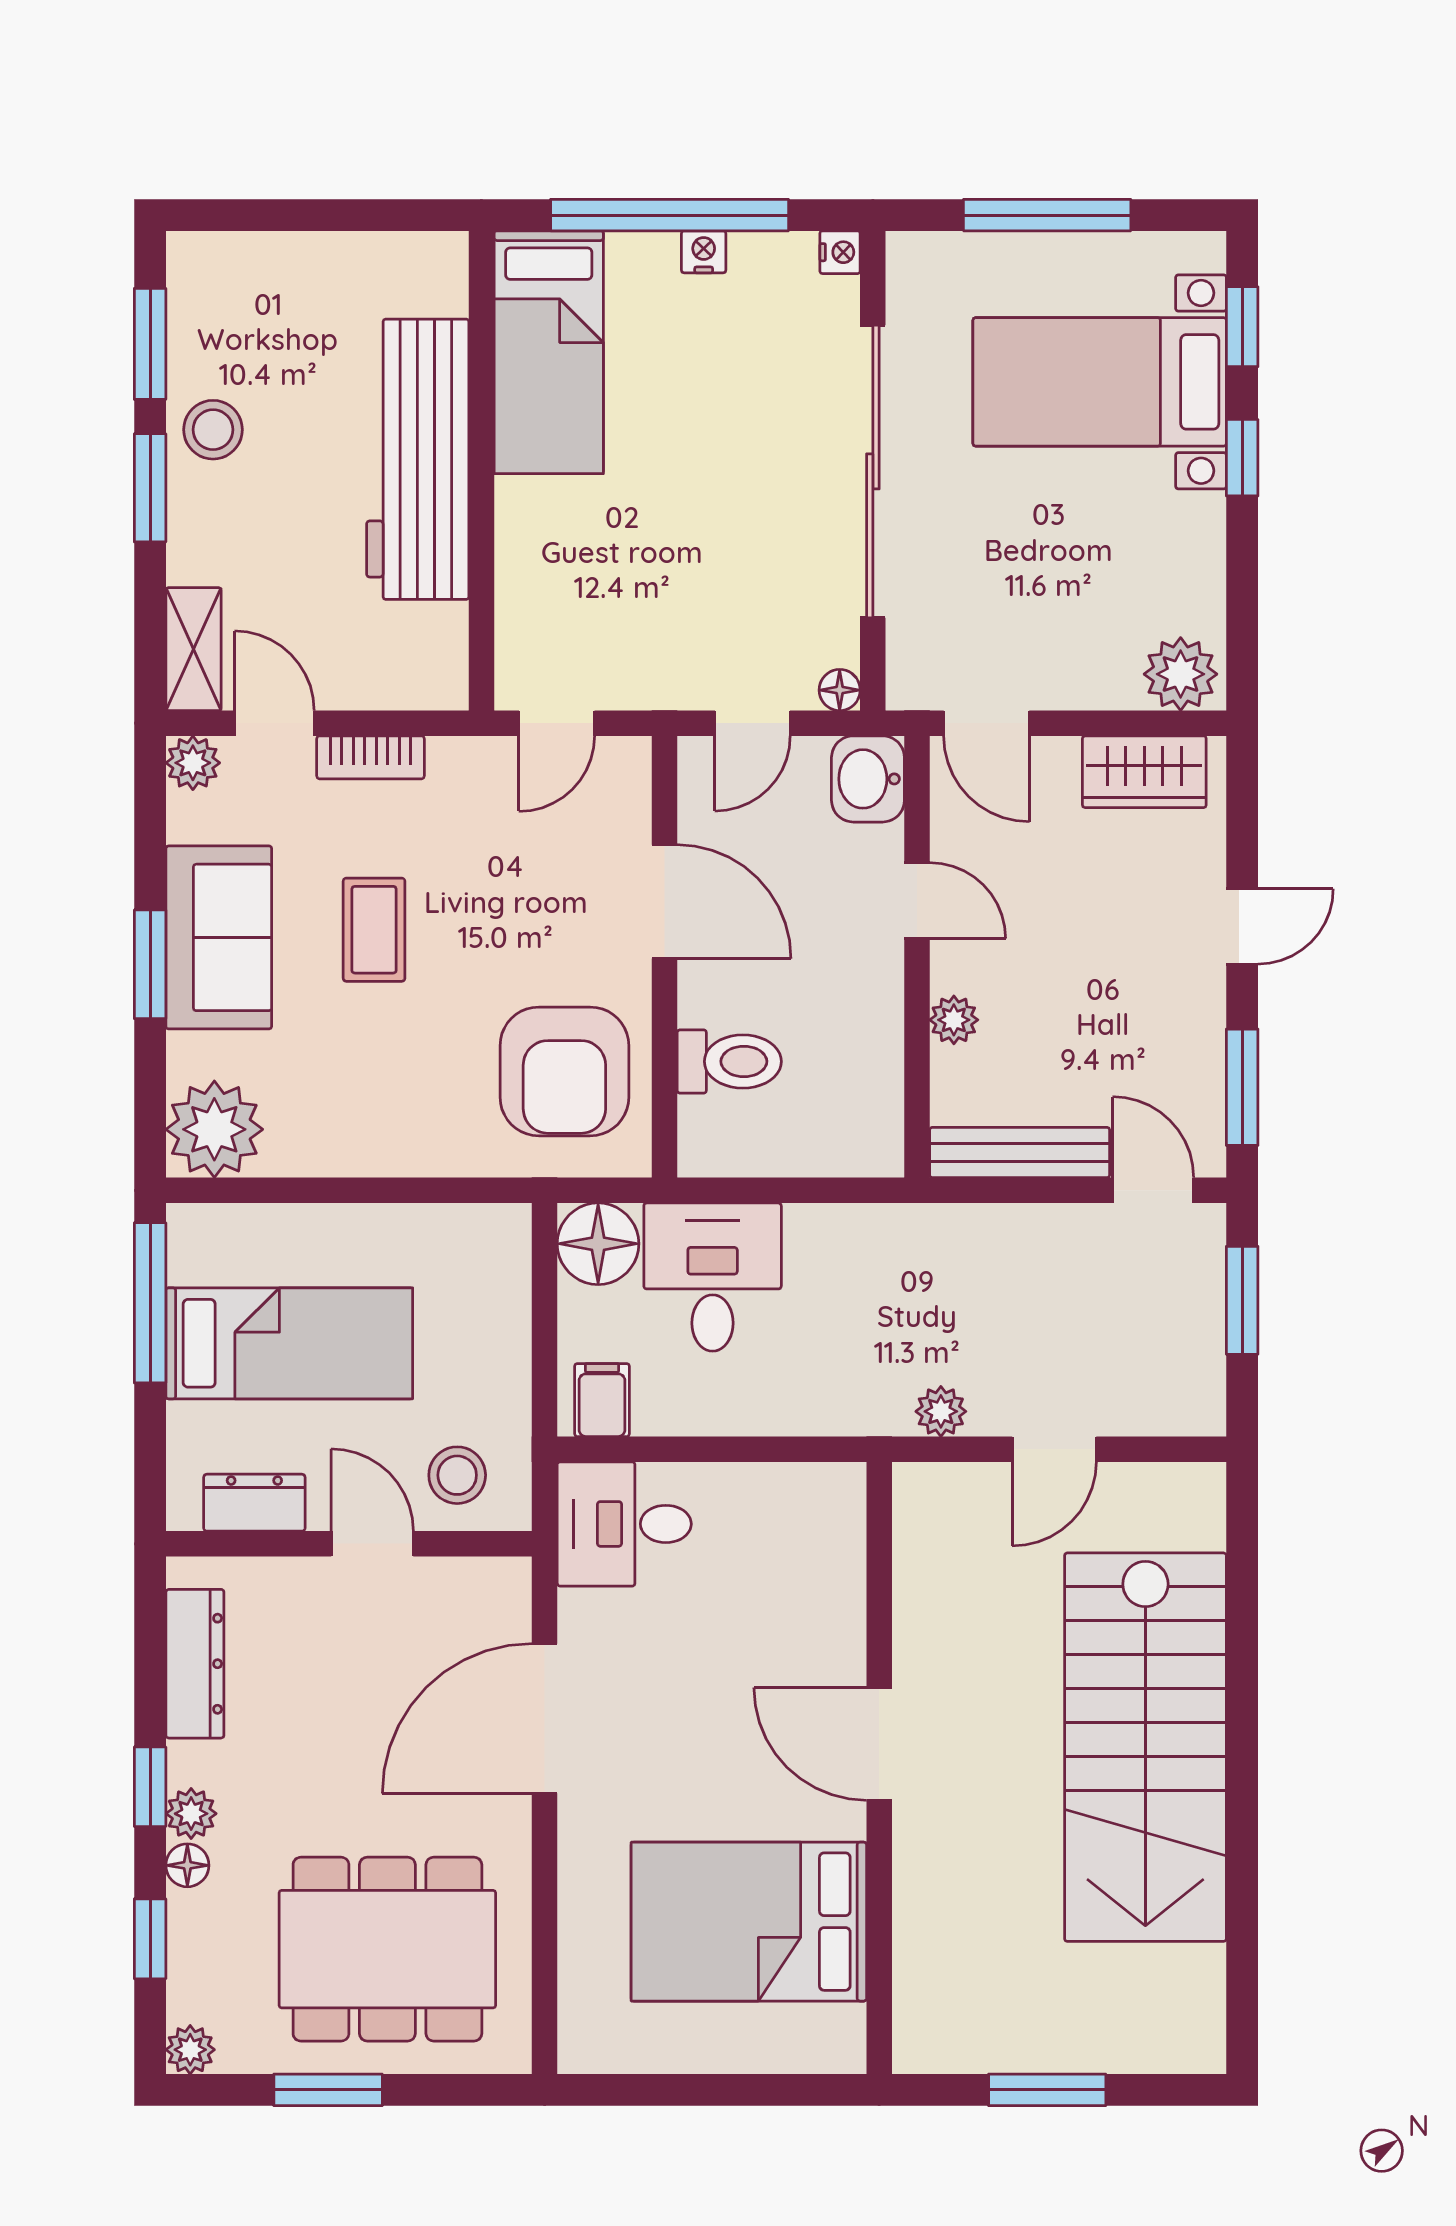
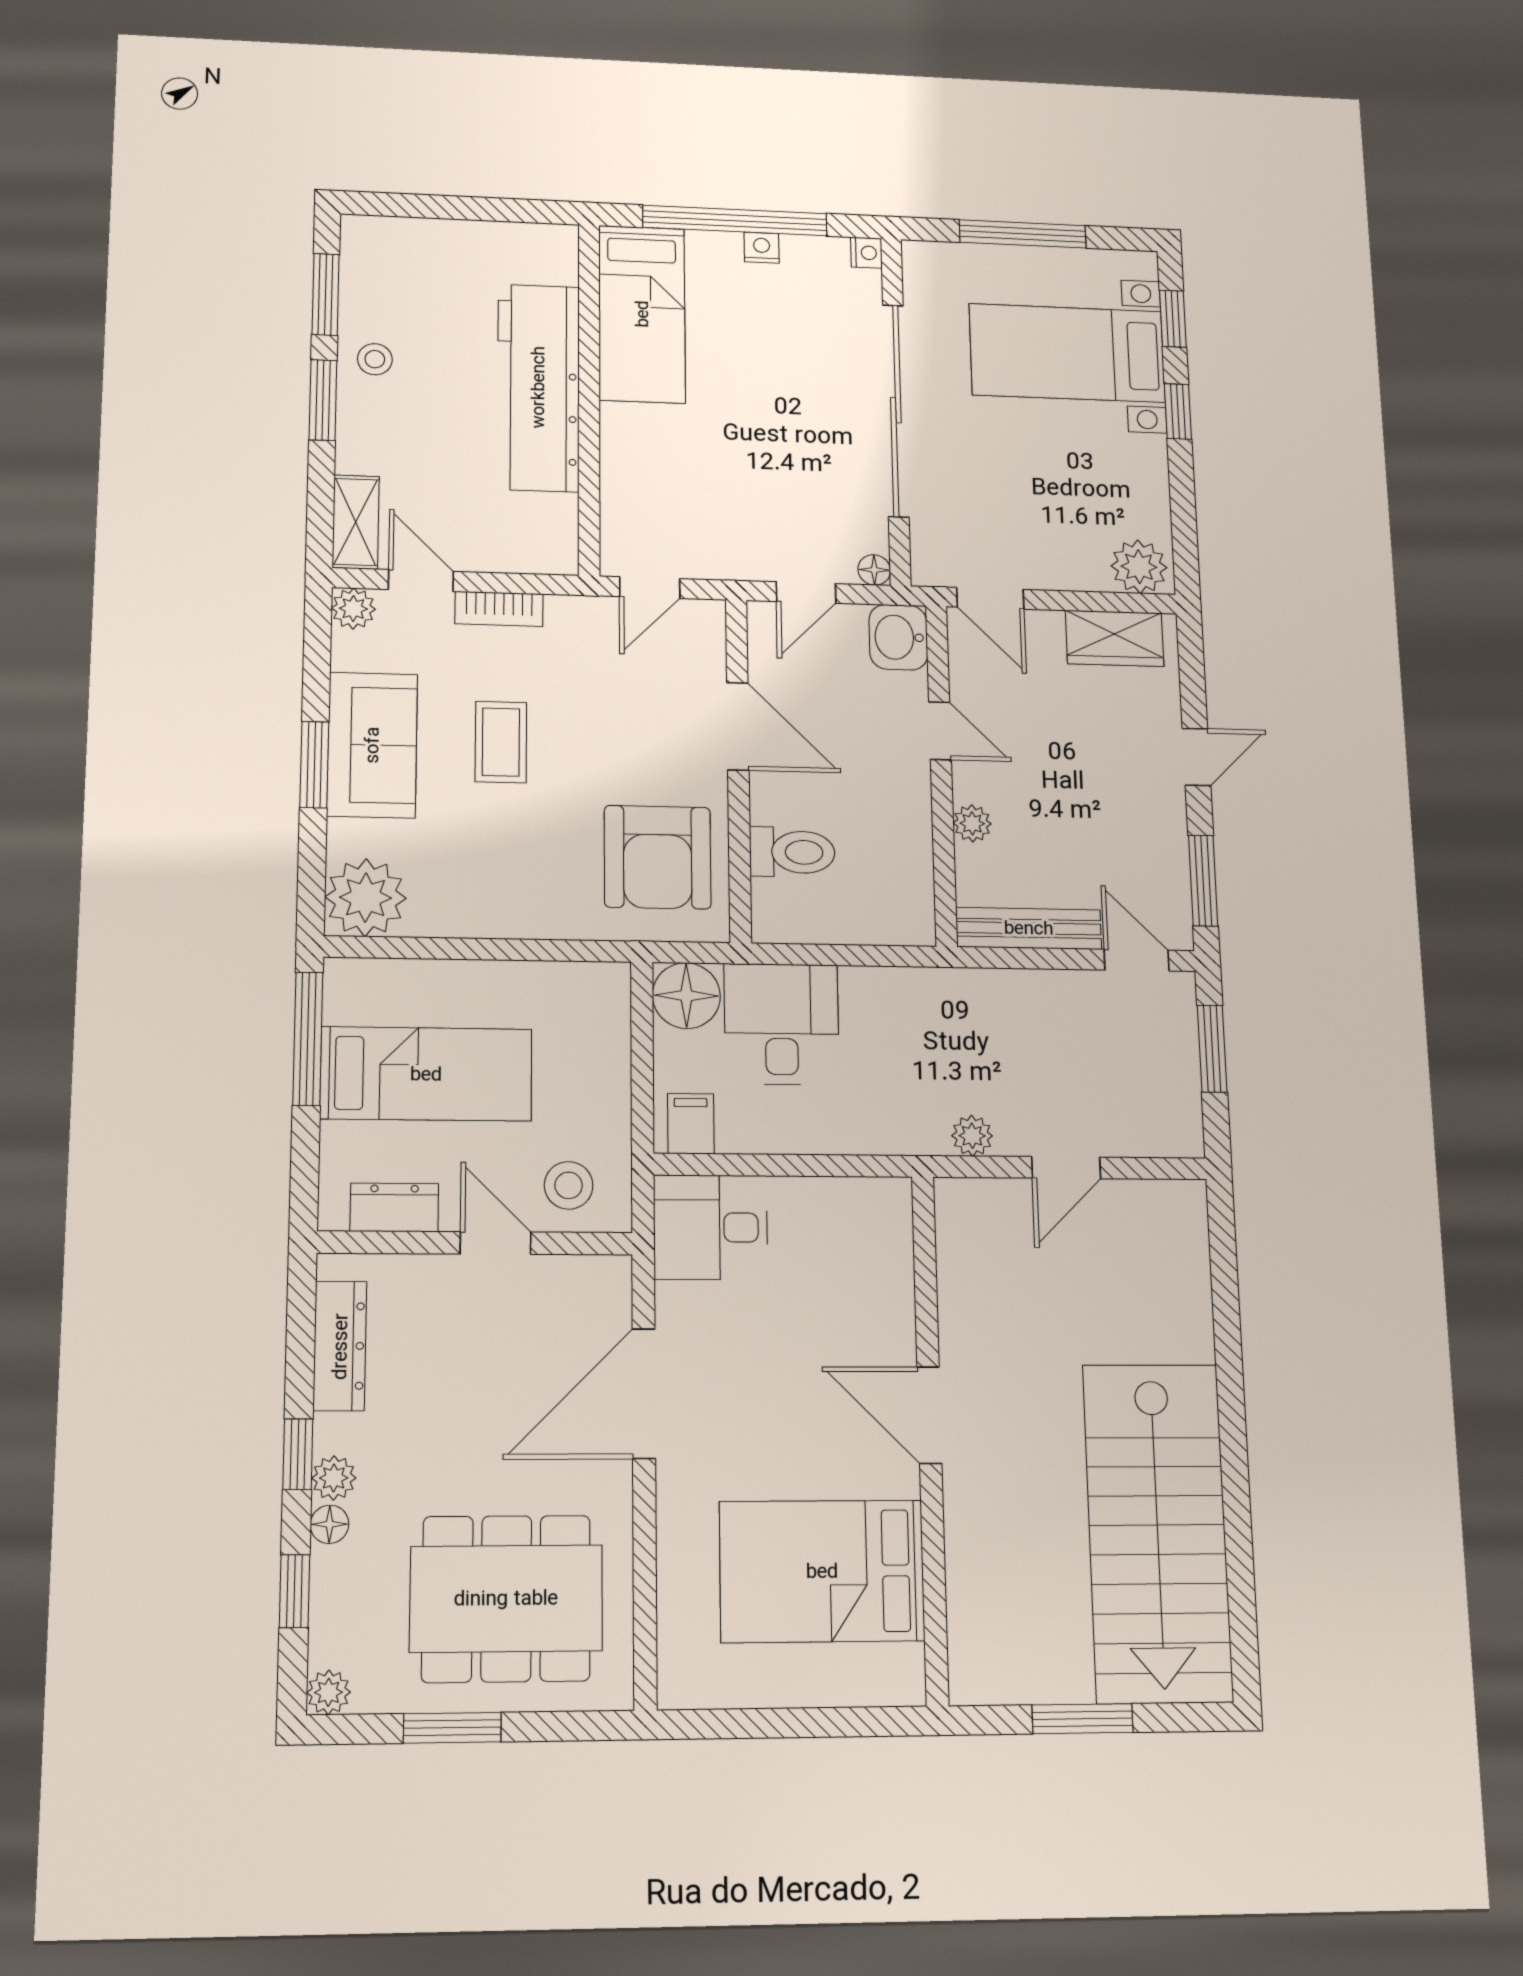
stool: (213, 430) -> (375, 359), width x0.73, depth x0.73
stairs: (1145, 1747) -> (1157, 1532), moved

